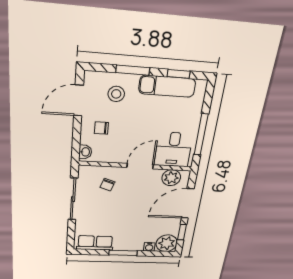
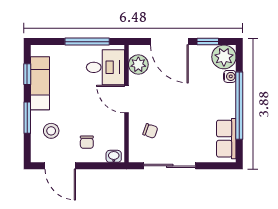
window: (123, 253) -> (239, 106), width x2.11

